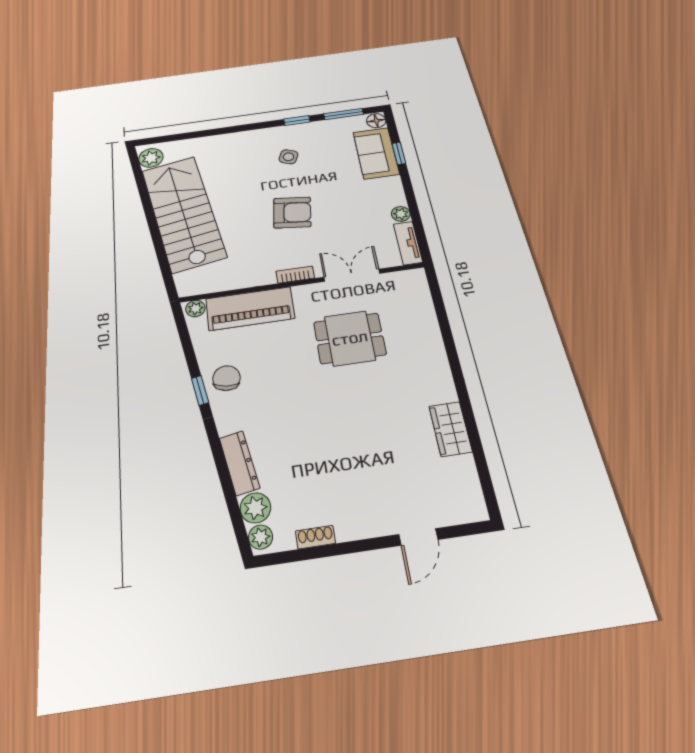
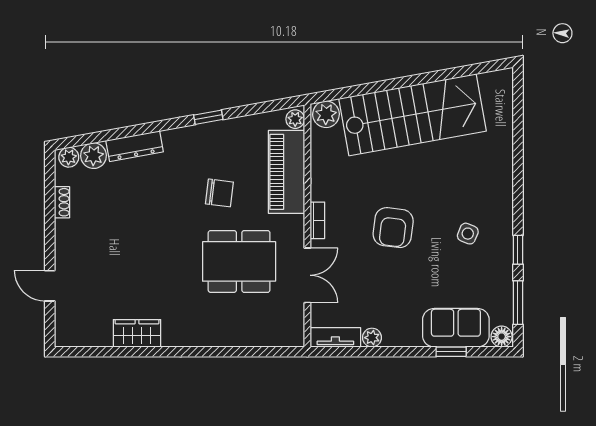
plant: (151, 158) -> (326, 114), moved
dining table: (350, 338) -> (239, 261), width x1.38
chair: (226, 378) -> (219, 193), moved

